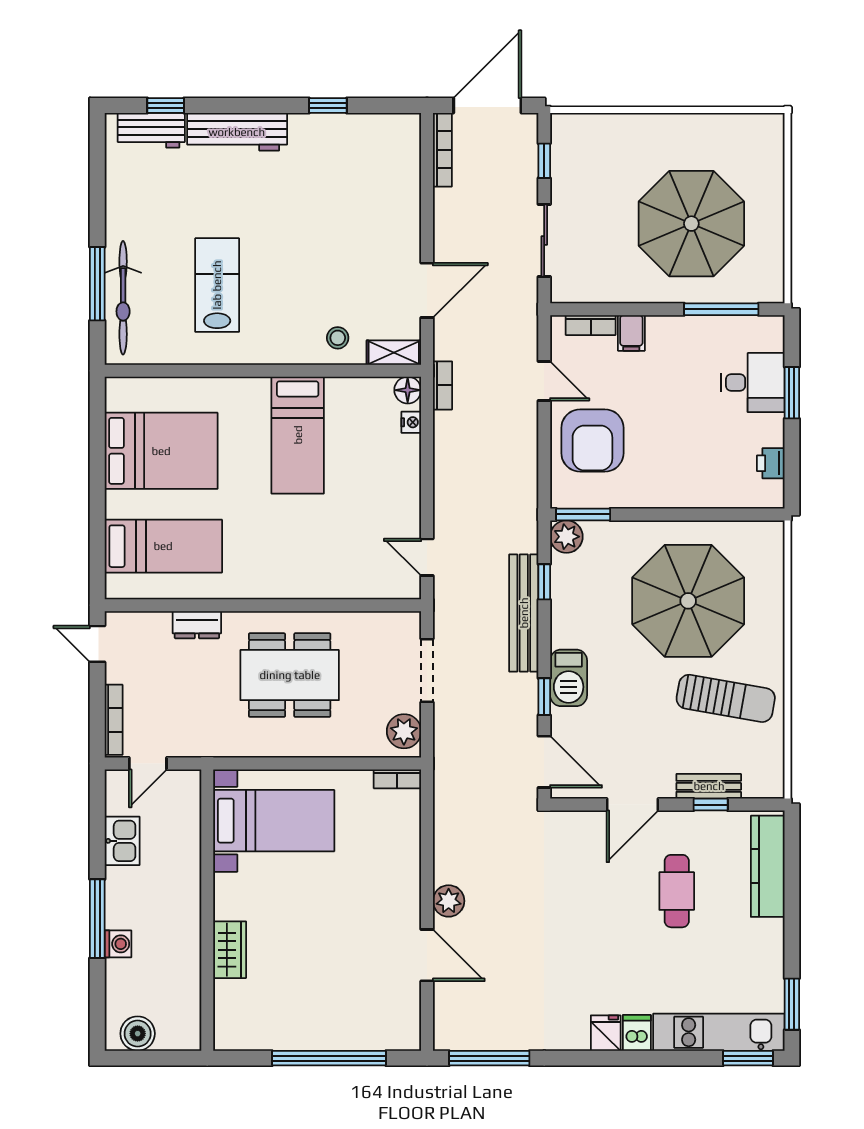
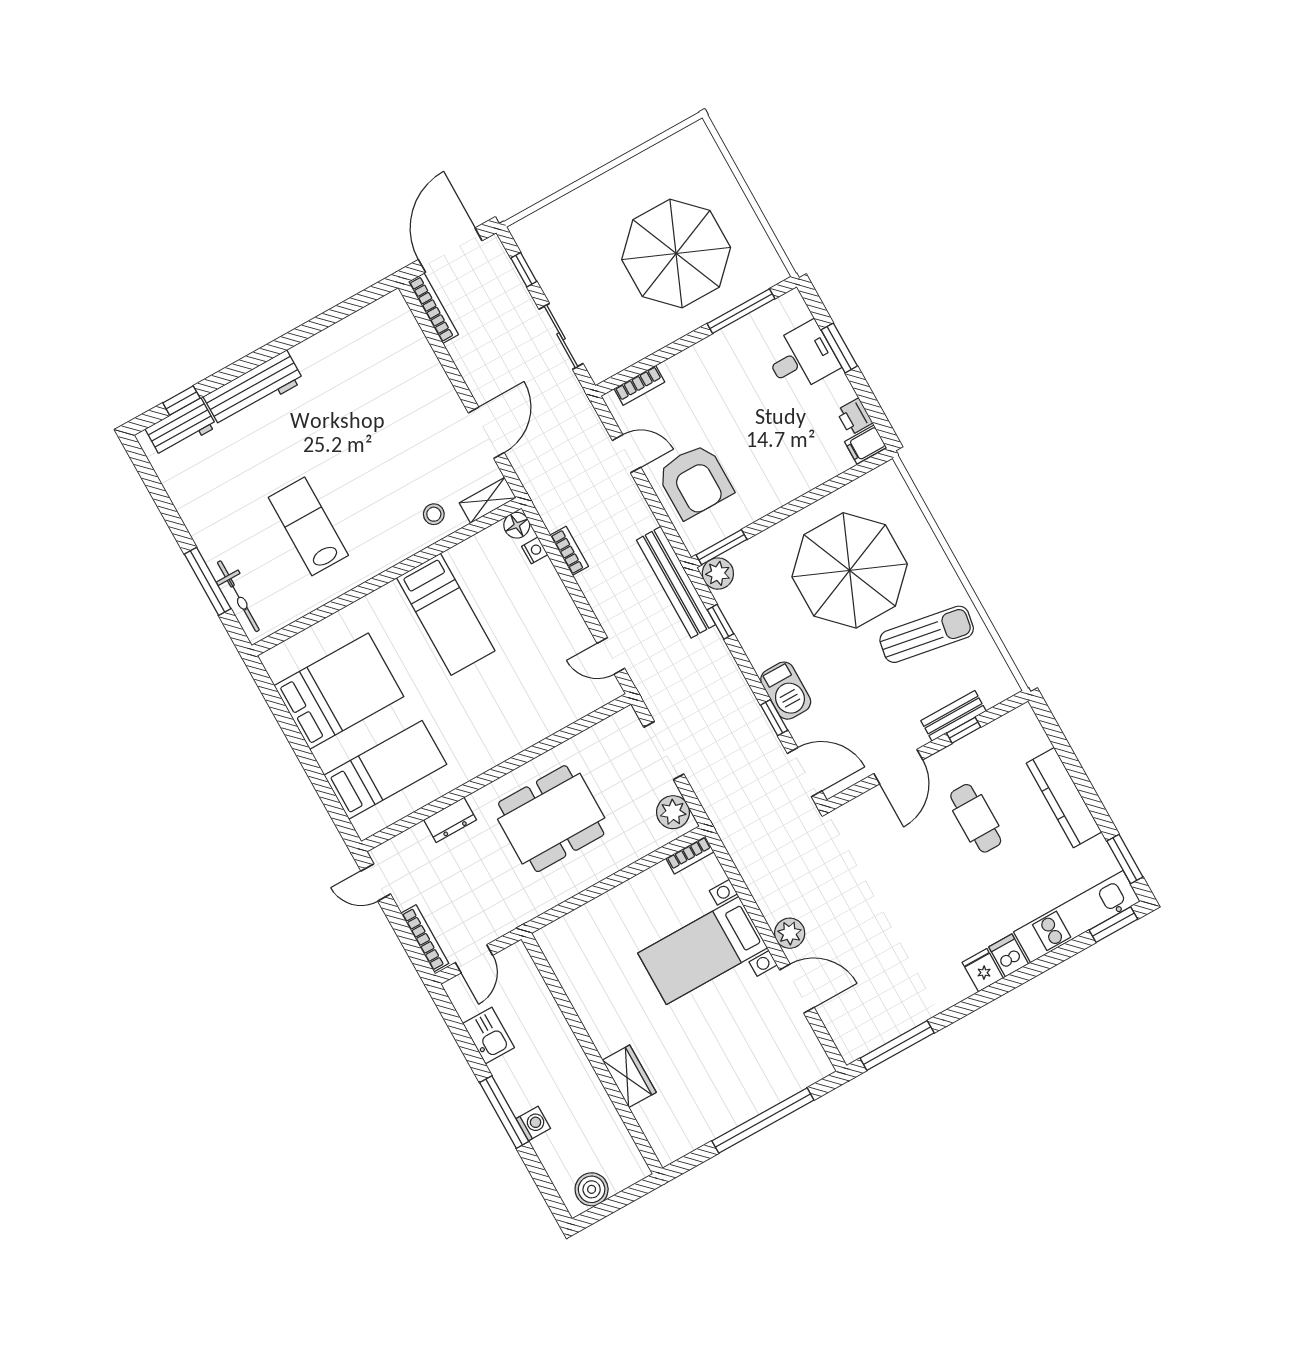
window: (328, 106) -> (317, 325), removed
bicycle: (123, 298) -> (238, 596), width x0.73, depth x0.71
filing cabinet: (631, 333) -> (866, 445), moved, turned 90
bookcase: (442, 385) -> (569, 551), moved
bench: (524, 613) -> (676, 582), moved
bed with nightstands: (274, 821) -> (703, 950), moved, turned 180
kitchen counter: (768, 866) -> (1064, 798), moved

